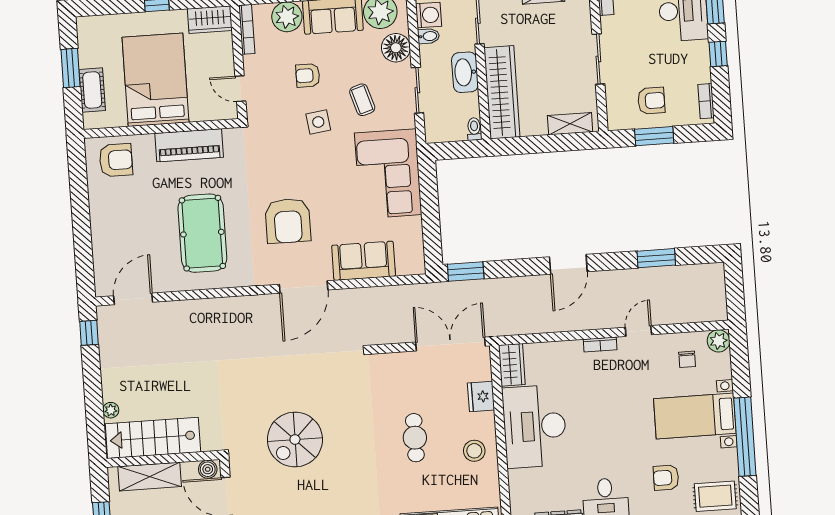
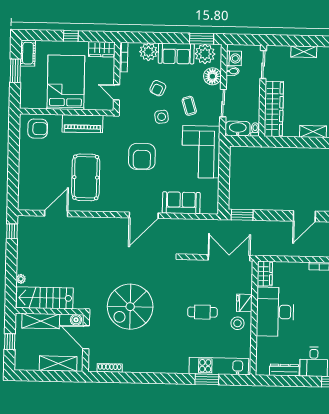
washbasin: (465, 72) -> (238, 129), moved, turned 90
armchair: (308, 75) -> (158, 88), turned -66
cot: (92, 90) -> (28, 53), moved
armchair: (288, 221) -> (142, 156), moved
door: (133, 299) -> (56, 213), moved
fridge: (481, 397) -> (244, 303), moved
cafe table: (415, 438) -> (202, 312), turned 90
spiral stairs: (295, 440) -> (130, 307), width x1.37, depth x1.37

